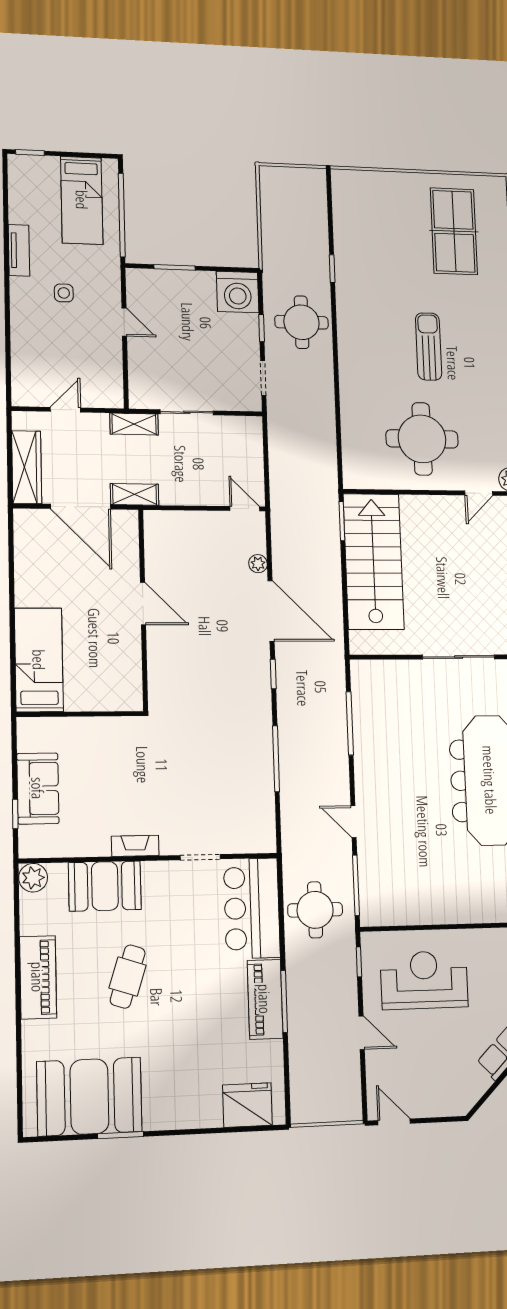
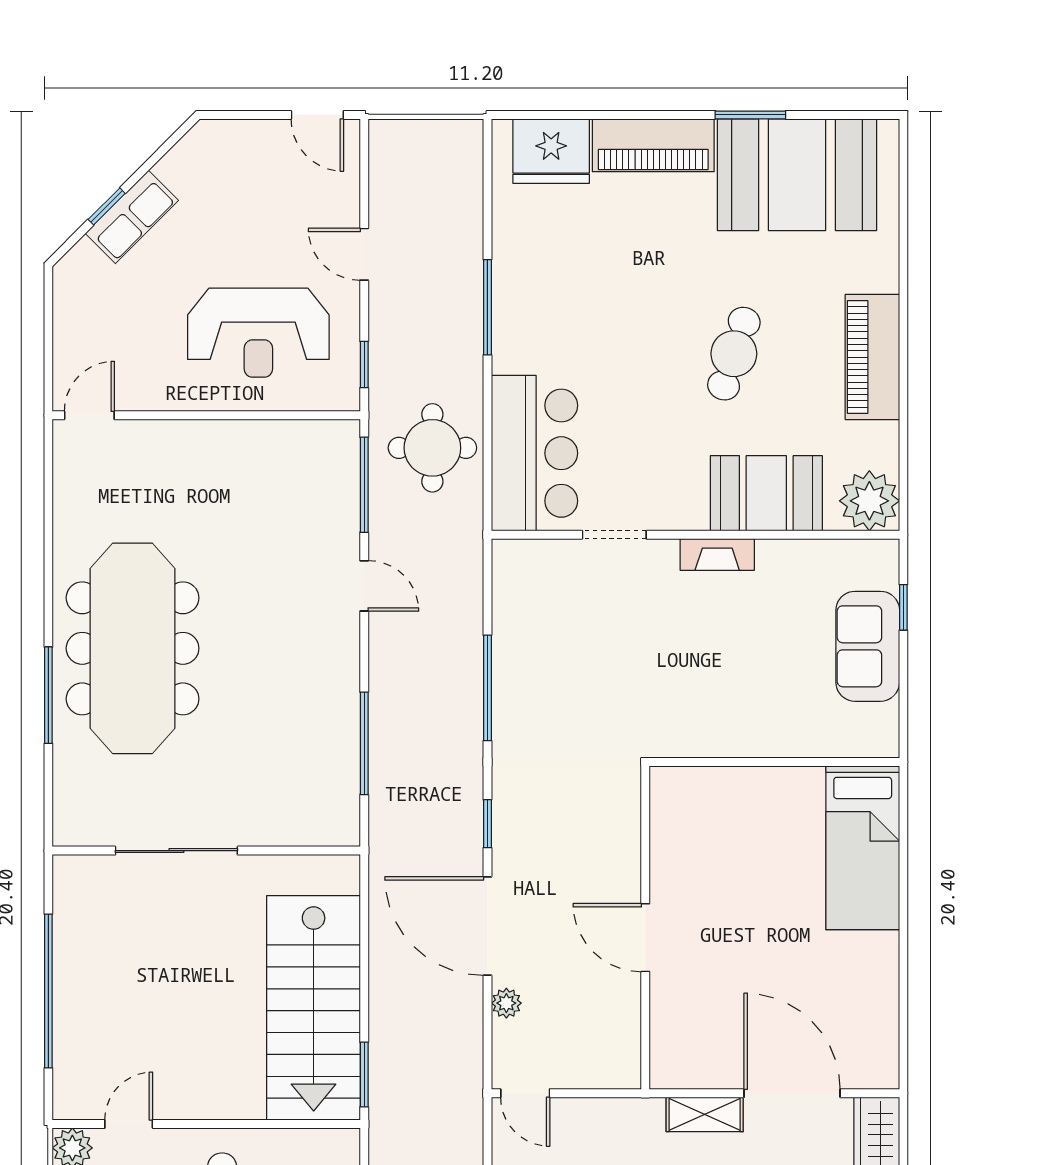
door: (143, 603) -> (645, 938), moved
wall: (143, 610) -> (645, 928), moved
plant: (33, 878) -> (869, 501), width x1.36, depth x1.36
piano: (265, 999) -> (653, 145), moved, turned 90

